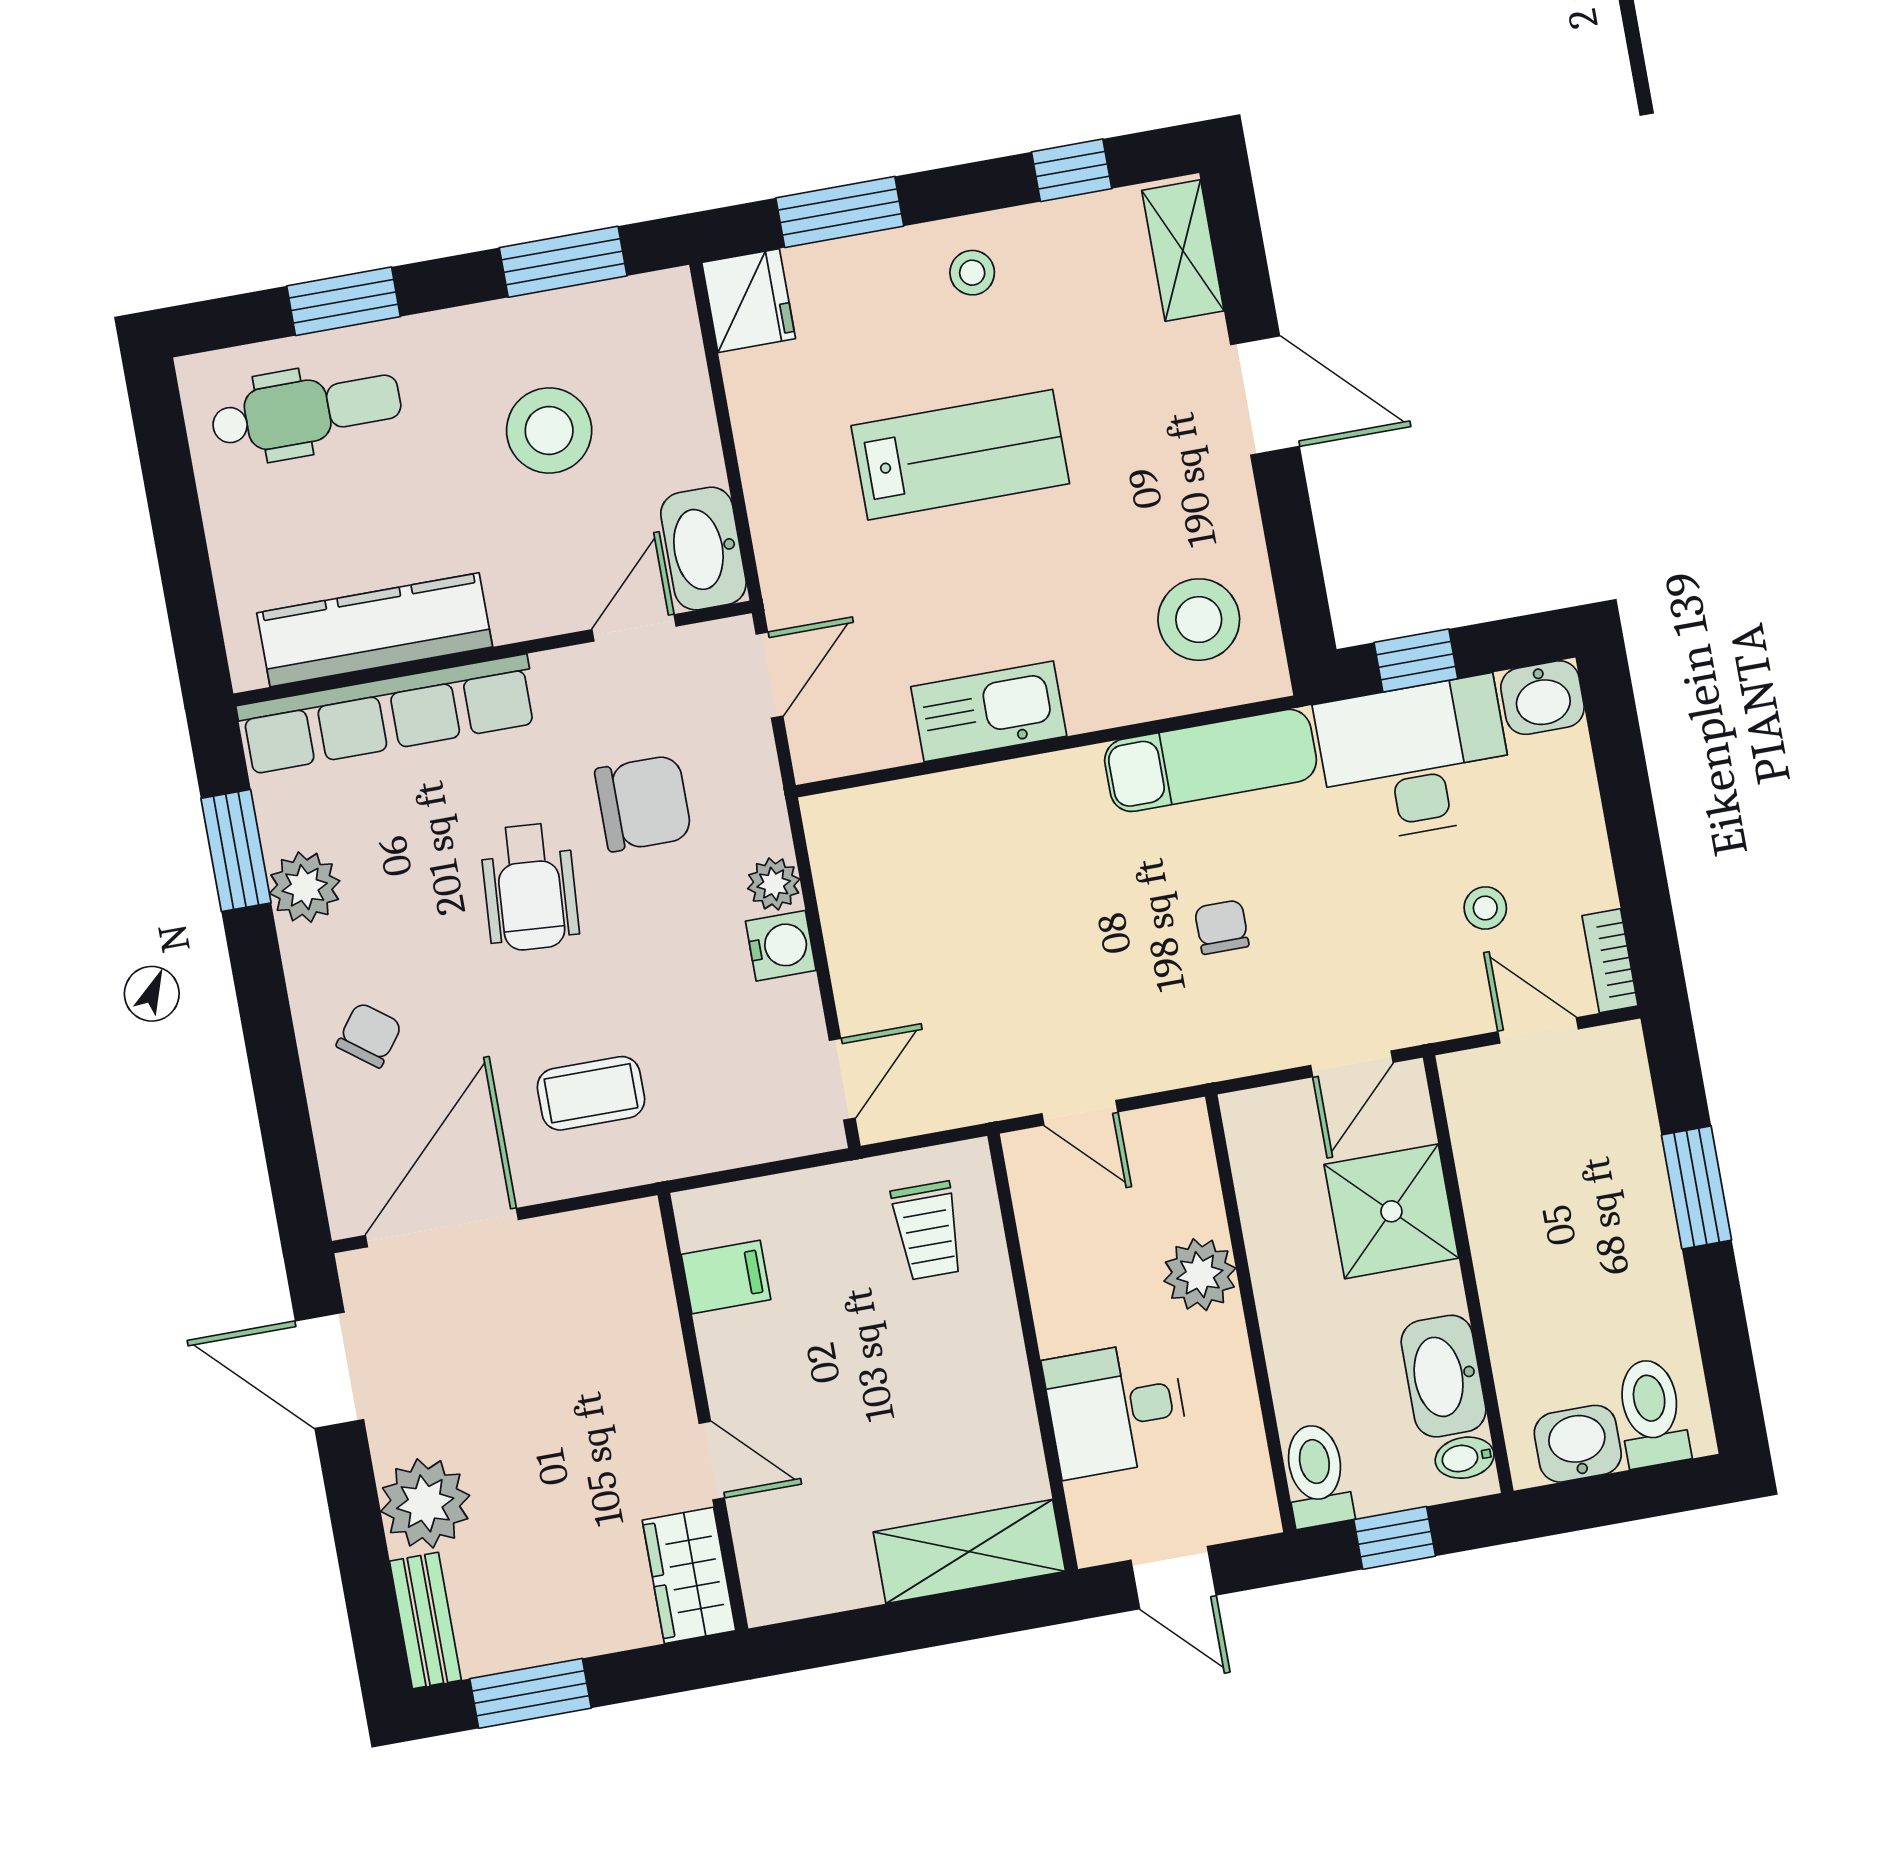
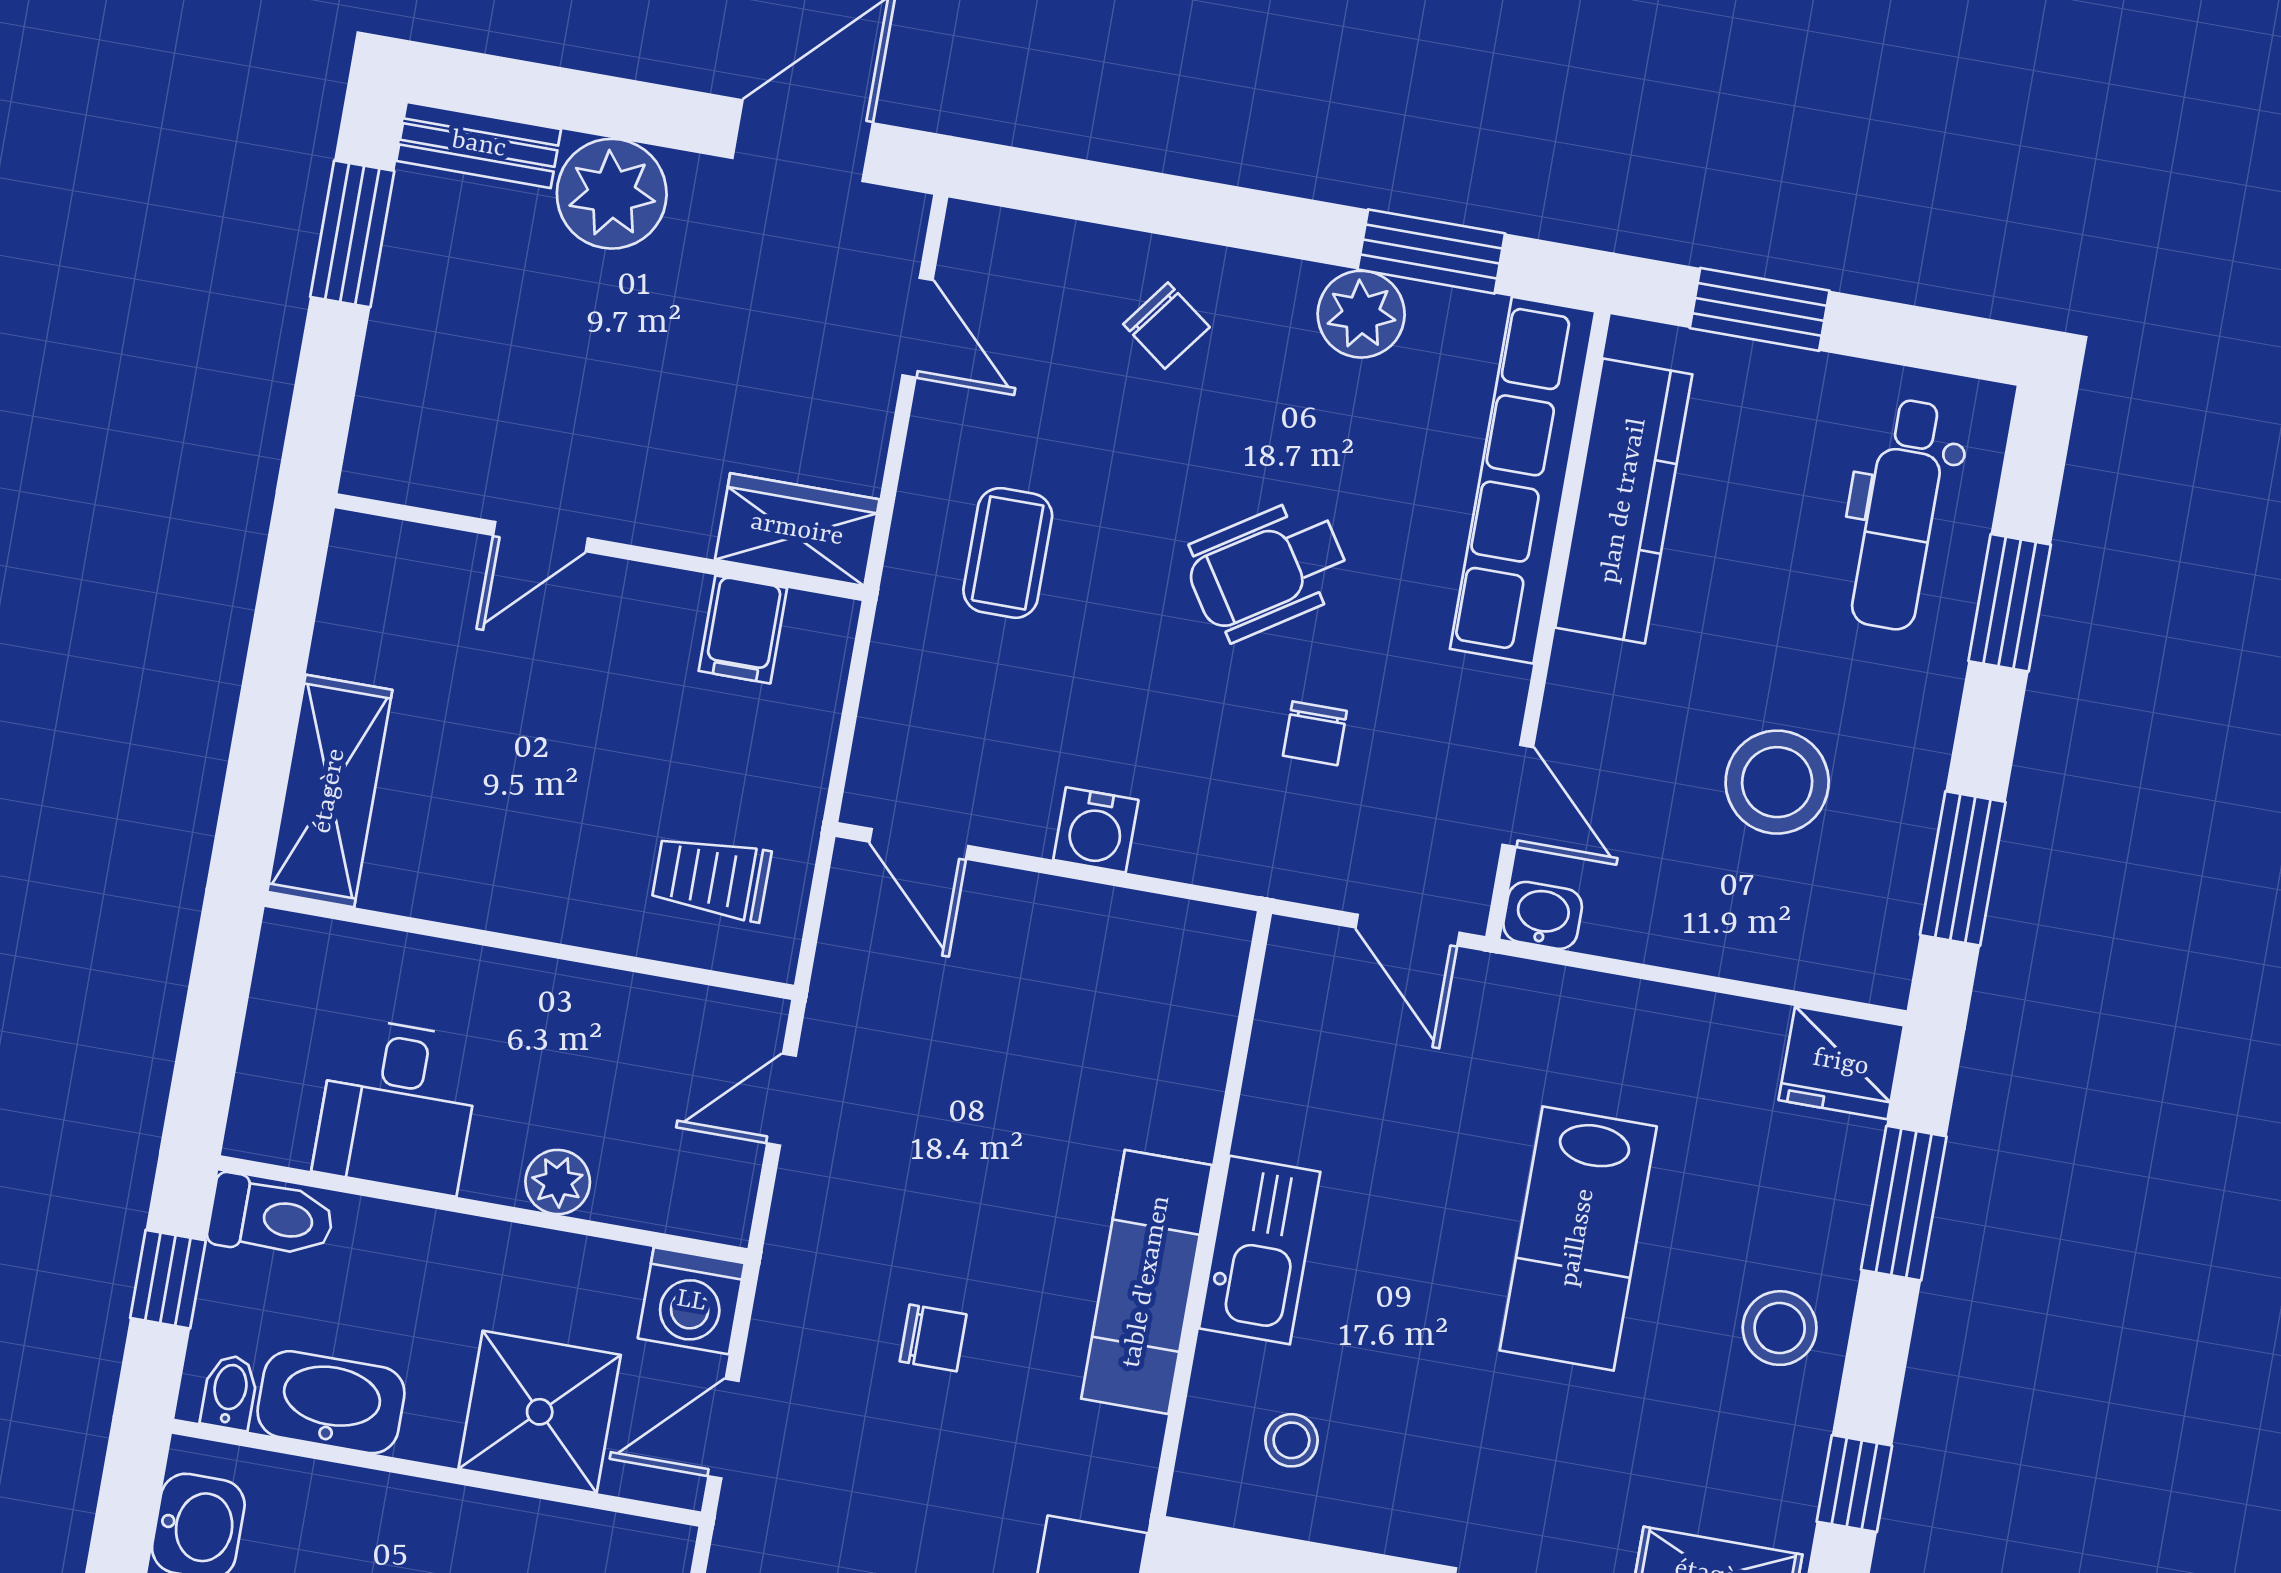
stool: (972, 273) -> (1780, 1328), width x1.37, depth x1.37
washbasin: (703, 549) -> (1543, 915), width x0.52, depth x0.69
window: (187, 579) -> (1760, 309), added
stool: (1199, 620) -> (1291, 1440), width x0.53, depth x0.53
kitchen sink: (989, 711) -> (1260, 1250), moved
exam couch: (1211, 760) -> (1147, 1282), moved
chair: (643, 803) -> (1315, 733), width x0.54, depth x0.54
plant: (774, 884) -> (1169, 848), removed
wheelchair: (530, 887) -> (1267, 570), turned -37
door: (1352, 1064) -> (723, 1429), hinge flipped
washing machine: (1262, 1125) -> (691, 1301), added
door: (442, 1228) -> (918, 328), width x0.53
plant: (1200, 1275) -> (558, 1182), width x0.73, depth x0.73
desk: (1116, 1409) -> (398, 1106), moved, turned 180
wardrobe: (689, 1575) -> (797, 530), moved
door: (1174, 1578) -> (215, 1012), removed

